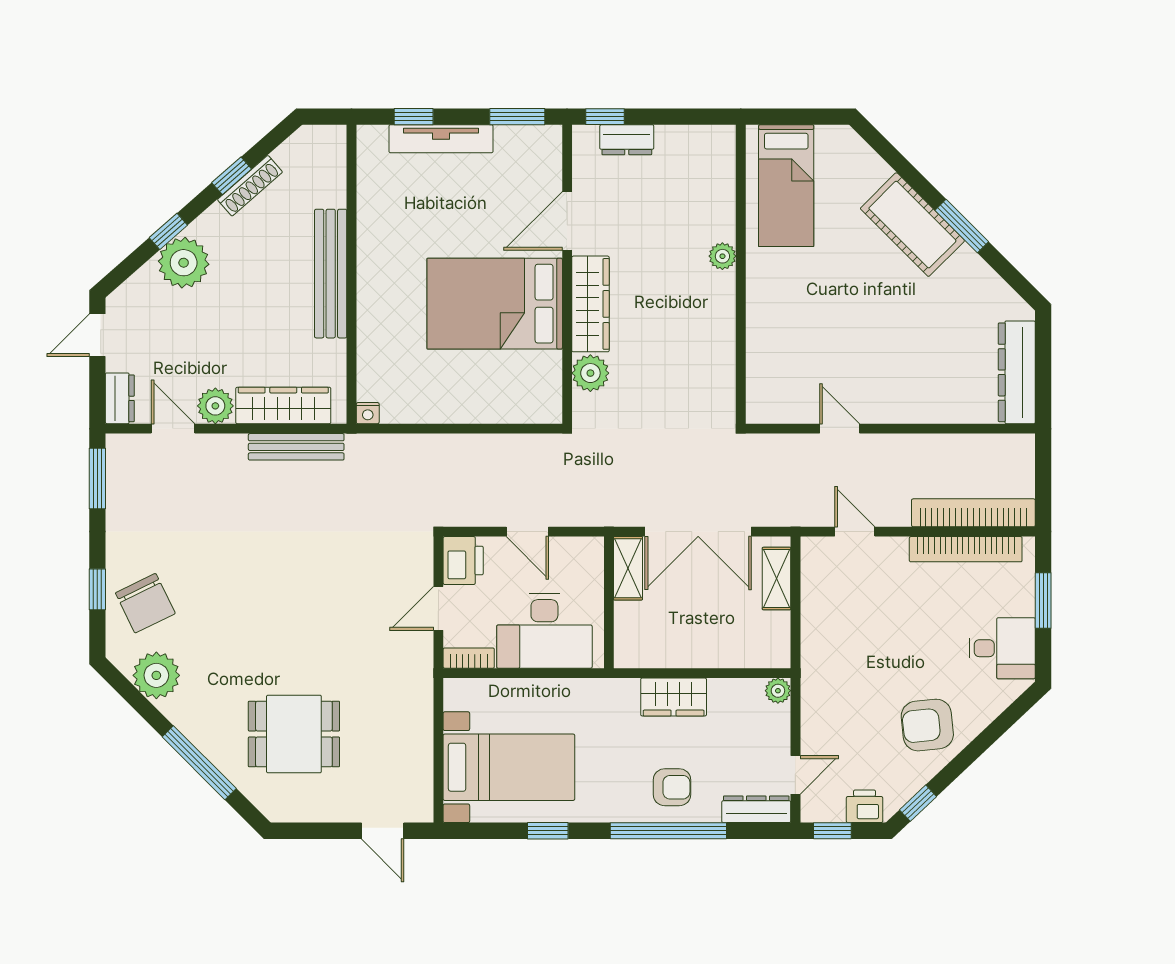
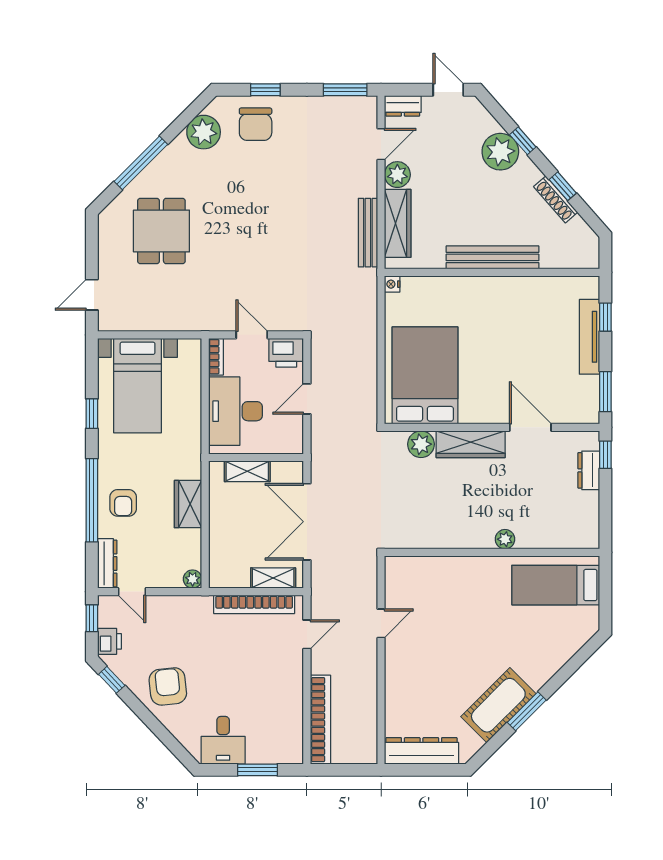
cot: (912, 225) -> (498, 705), moved
bed: (495, 304) -> (425, 375), moved
bookcase: (966, 549) -> (254, 604), moved, turned -90
shelving: (628, 568) -> (247, 471), moved
chair: (145, 603) -> (256, 124), turned -64

